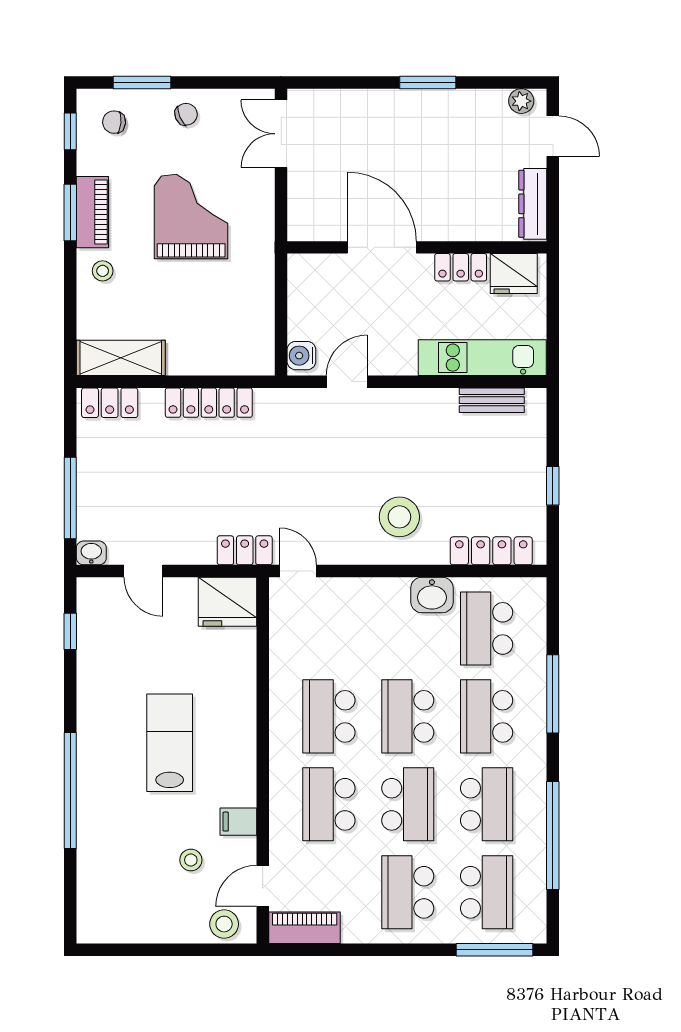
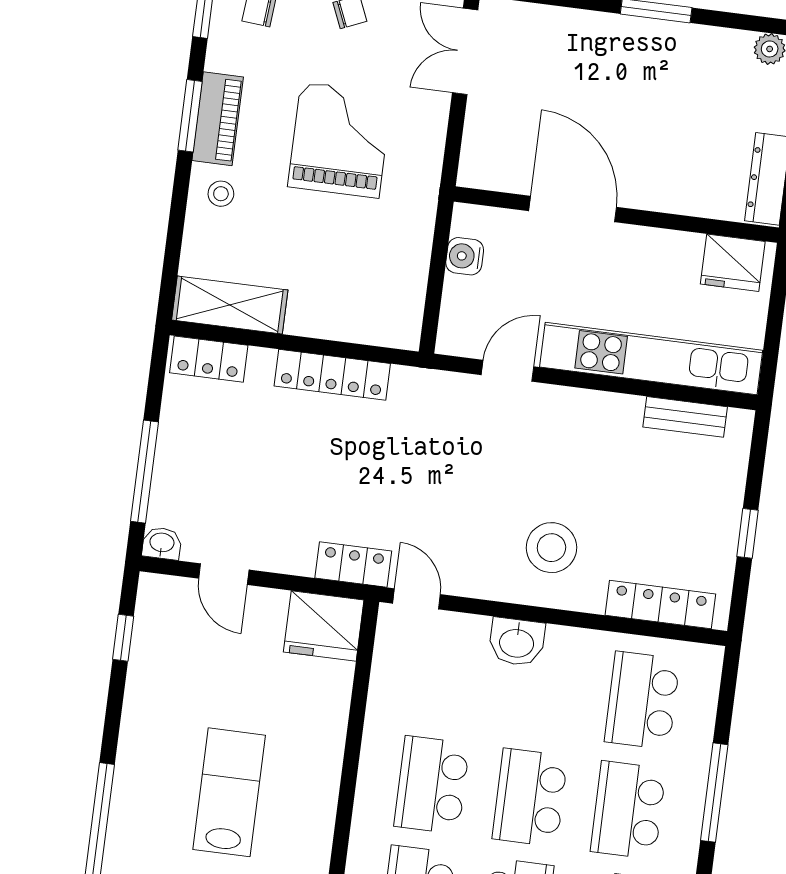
locker: (461, 267) -> (668, 246), removed
water cooler: (301, 356) -> (465, 256), moved
kitchen unit: (482, 358) -> (651, 359), width x1.36
washbasin: (432, 595) -> (517, 642), moved

